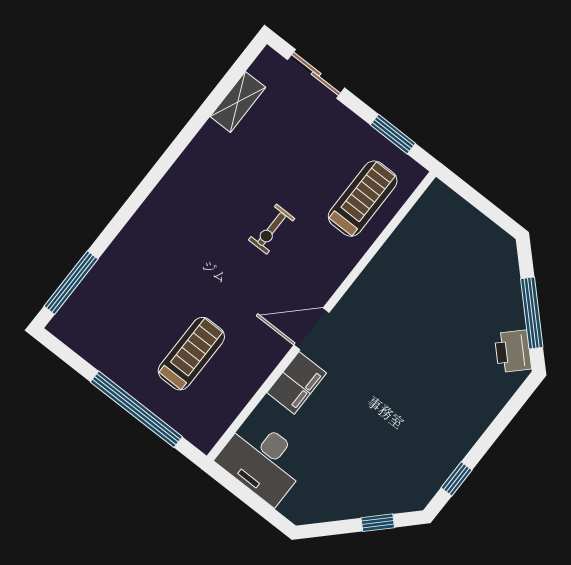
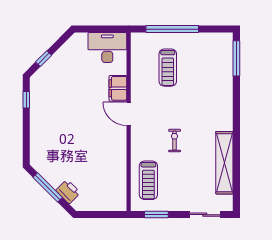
shelving: (238, 102) -> (224, 163), width x2.20, depth x1.33
door: (311, 329) -> (129, 114), swing flipped
printer: (513, 351) -> (68, 192), moved

